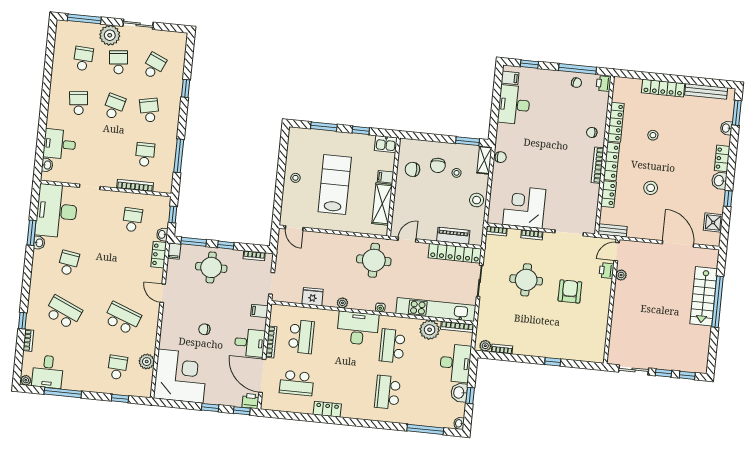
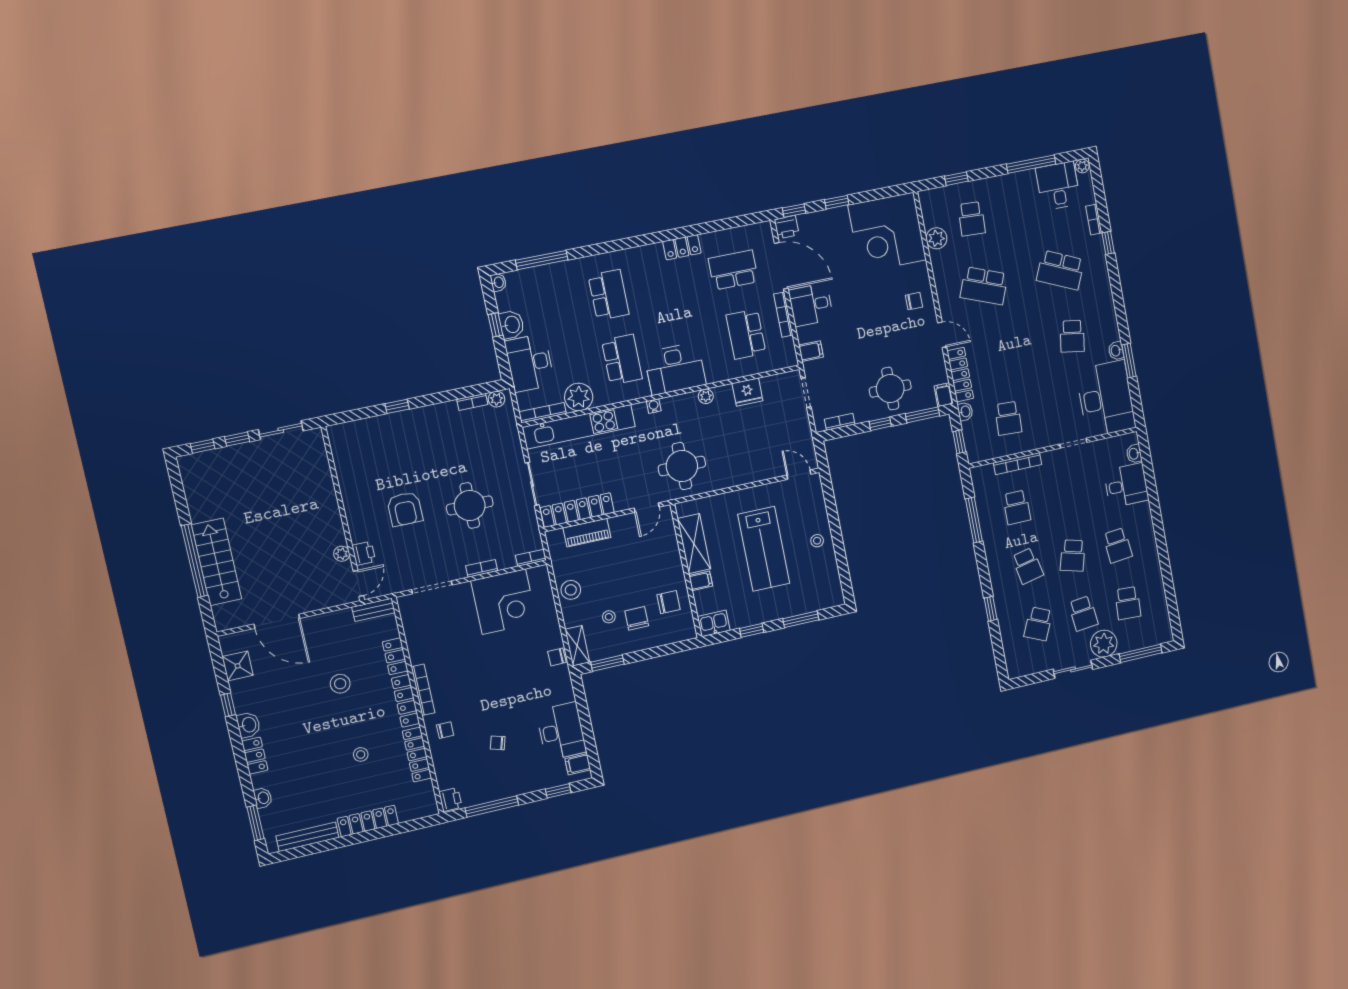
chair: (576, 83) -> (498, 743), moved
locker: (159, 255) -> (960, 375), width x1.53
chair: (204, 329) -> (914, 301), moved

